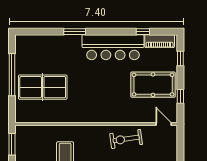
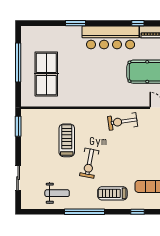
table tennis table: (43, 87) -> (46, 74), turned 90

